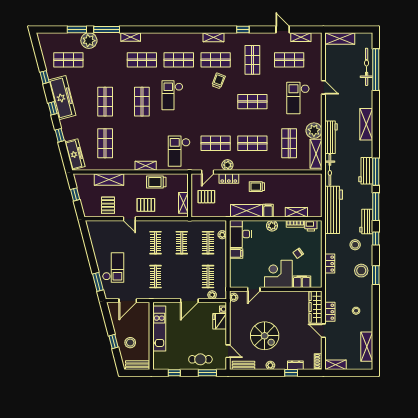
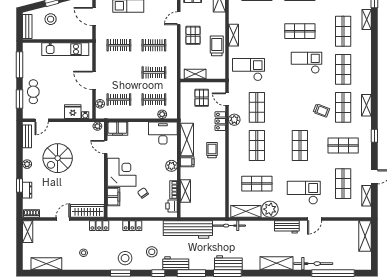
bicycle: (367, 67) -> (313, 264), moved
workbench: (331, 137) -> (287, 227), moved, width x0.73
filing cabinet: (236, 253) -> (117, 129), moved, width x2.00
locker: (330, 312) -> (99, 226), moved
window: (174, 373) -> (19, 65), width x2.17

